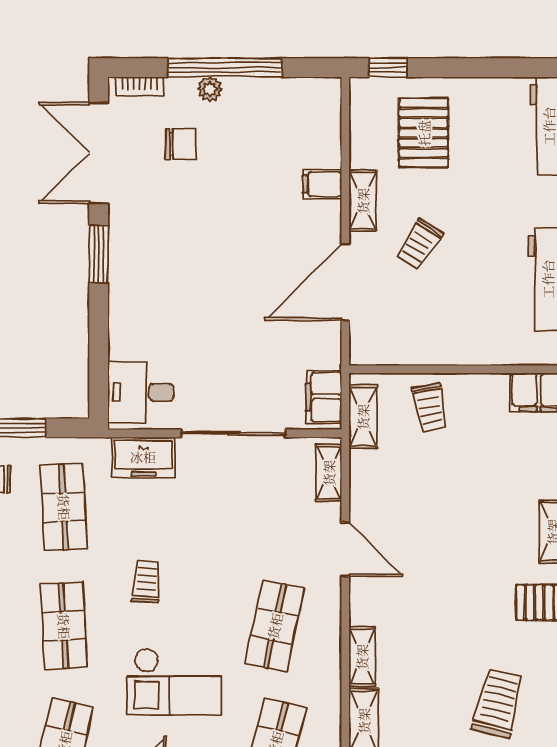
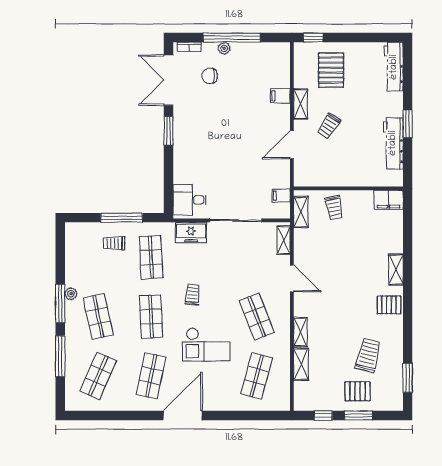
chair: (181, 144) -> (210, 76), turned 180
door: (345, 282) -> (292, 145), width x0.73
filing cabinet: (324, 397) -> (281, 196), width x0.50
shop shelf: (275, 626) -> (257, 317), turned -33

